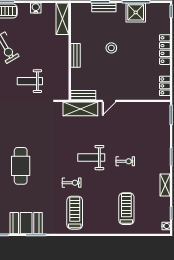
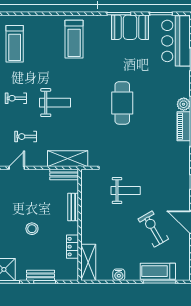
locker: (76, 32) -> (73, 247), added
bench: (75, 55) -> (73, 207), moved
door: (109, 101) -> (17, 168), moved
cafe table: (21, 166) -> (122, 103), moved
exercise bike: (72, 183) -> (26, 137), moved

